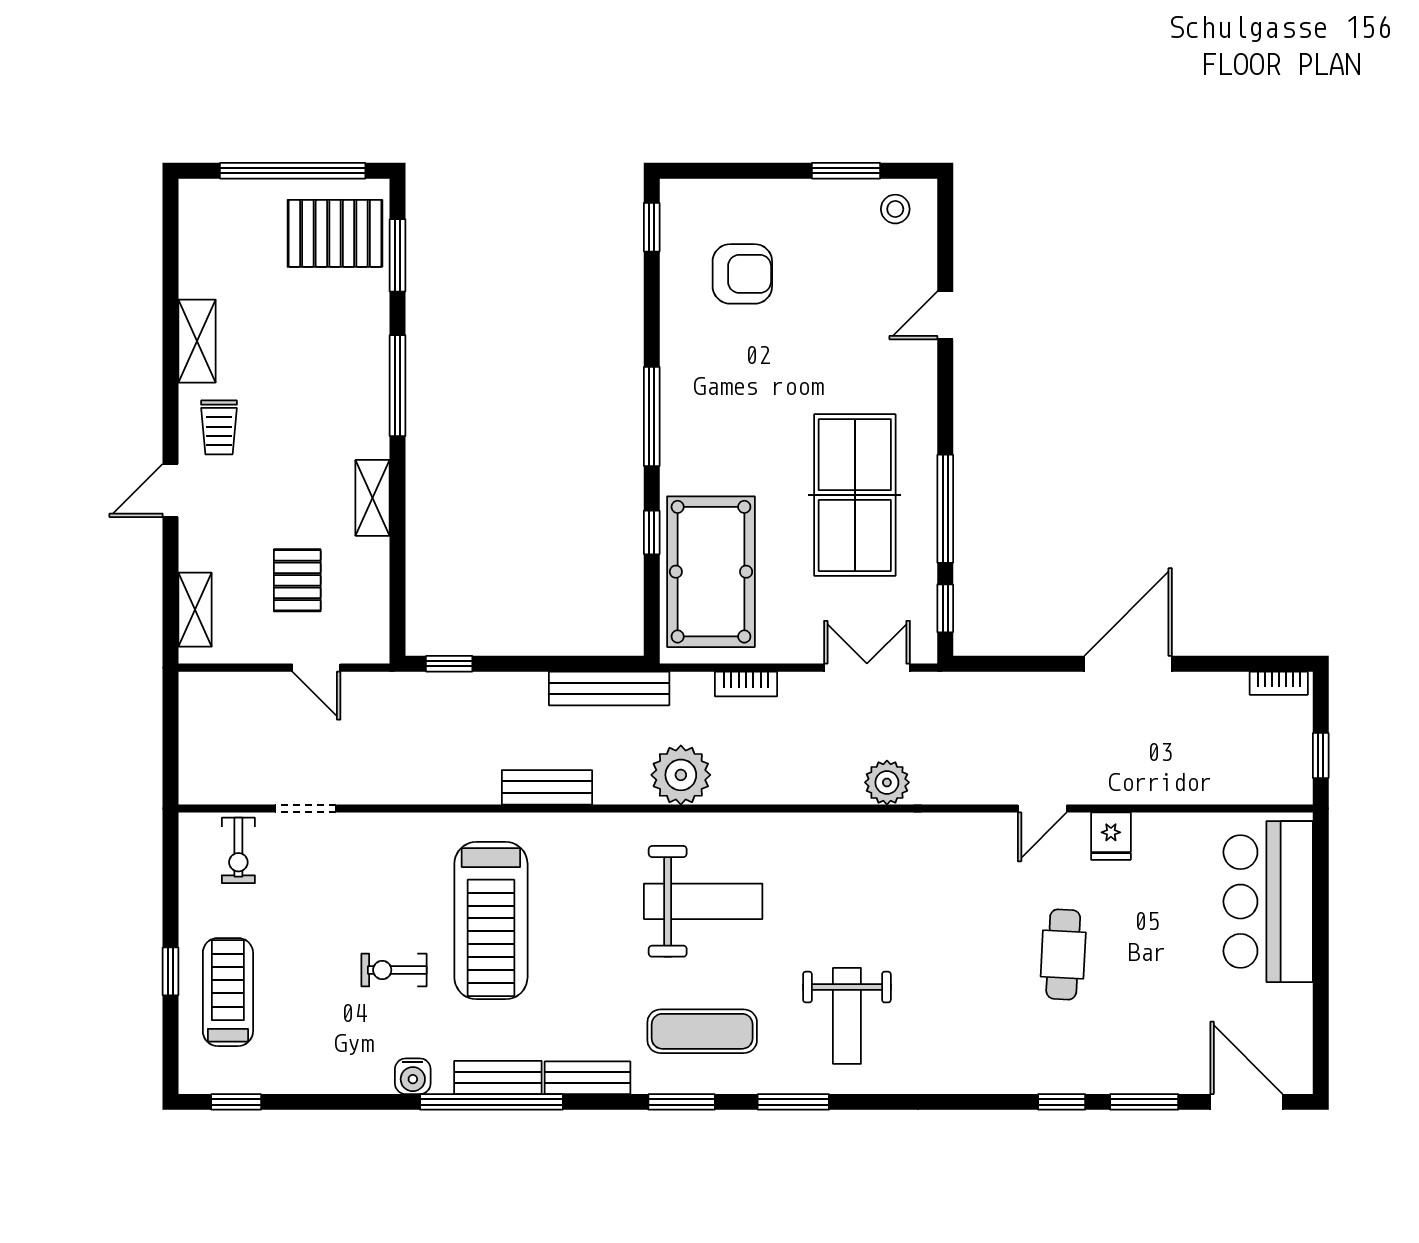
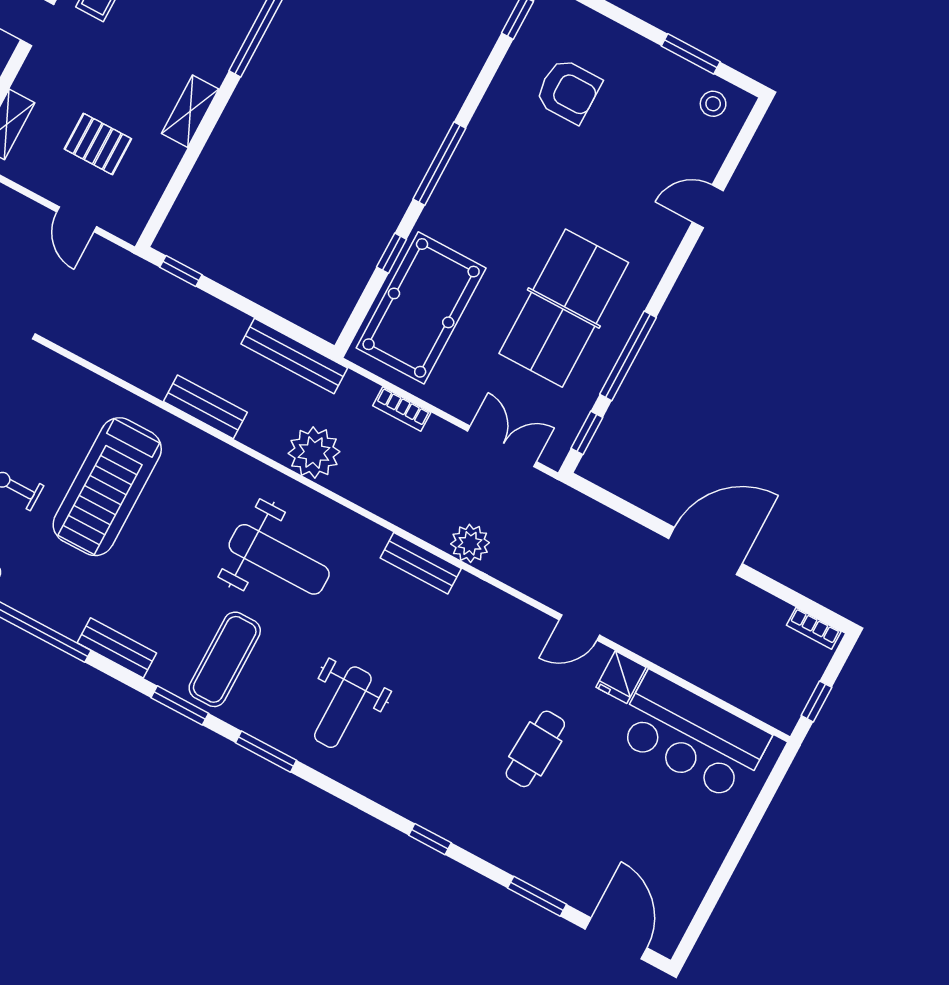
pallet: (297, 580) -> (98, 144), turned 90
bar counter: (1268, 902) -> (692, 736), moved, turned -90
exercise mat: (702, 1031) -> (225, 659), turned 90
bench: (498, 1077) -> (421, 563), moved
window: (1062, 1102) -> (430, 839), moved

